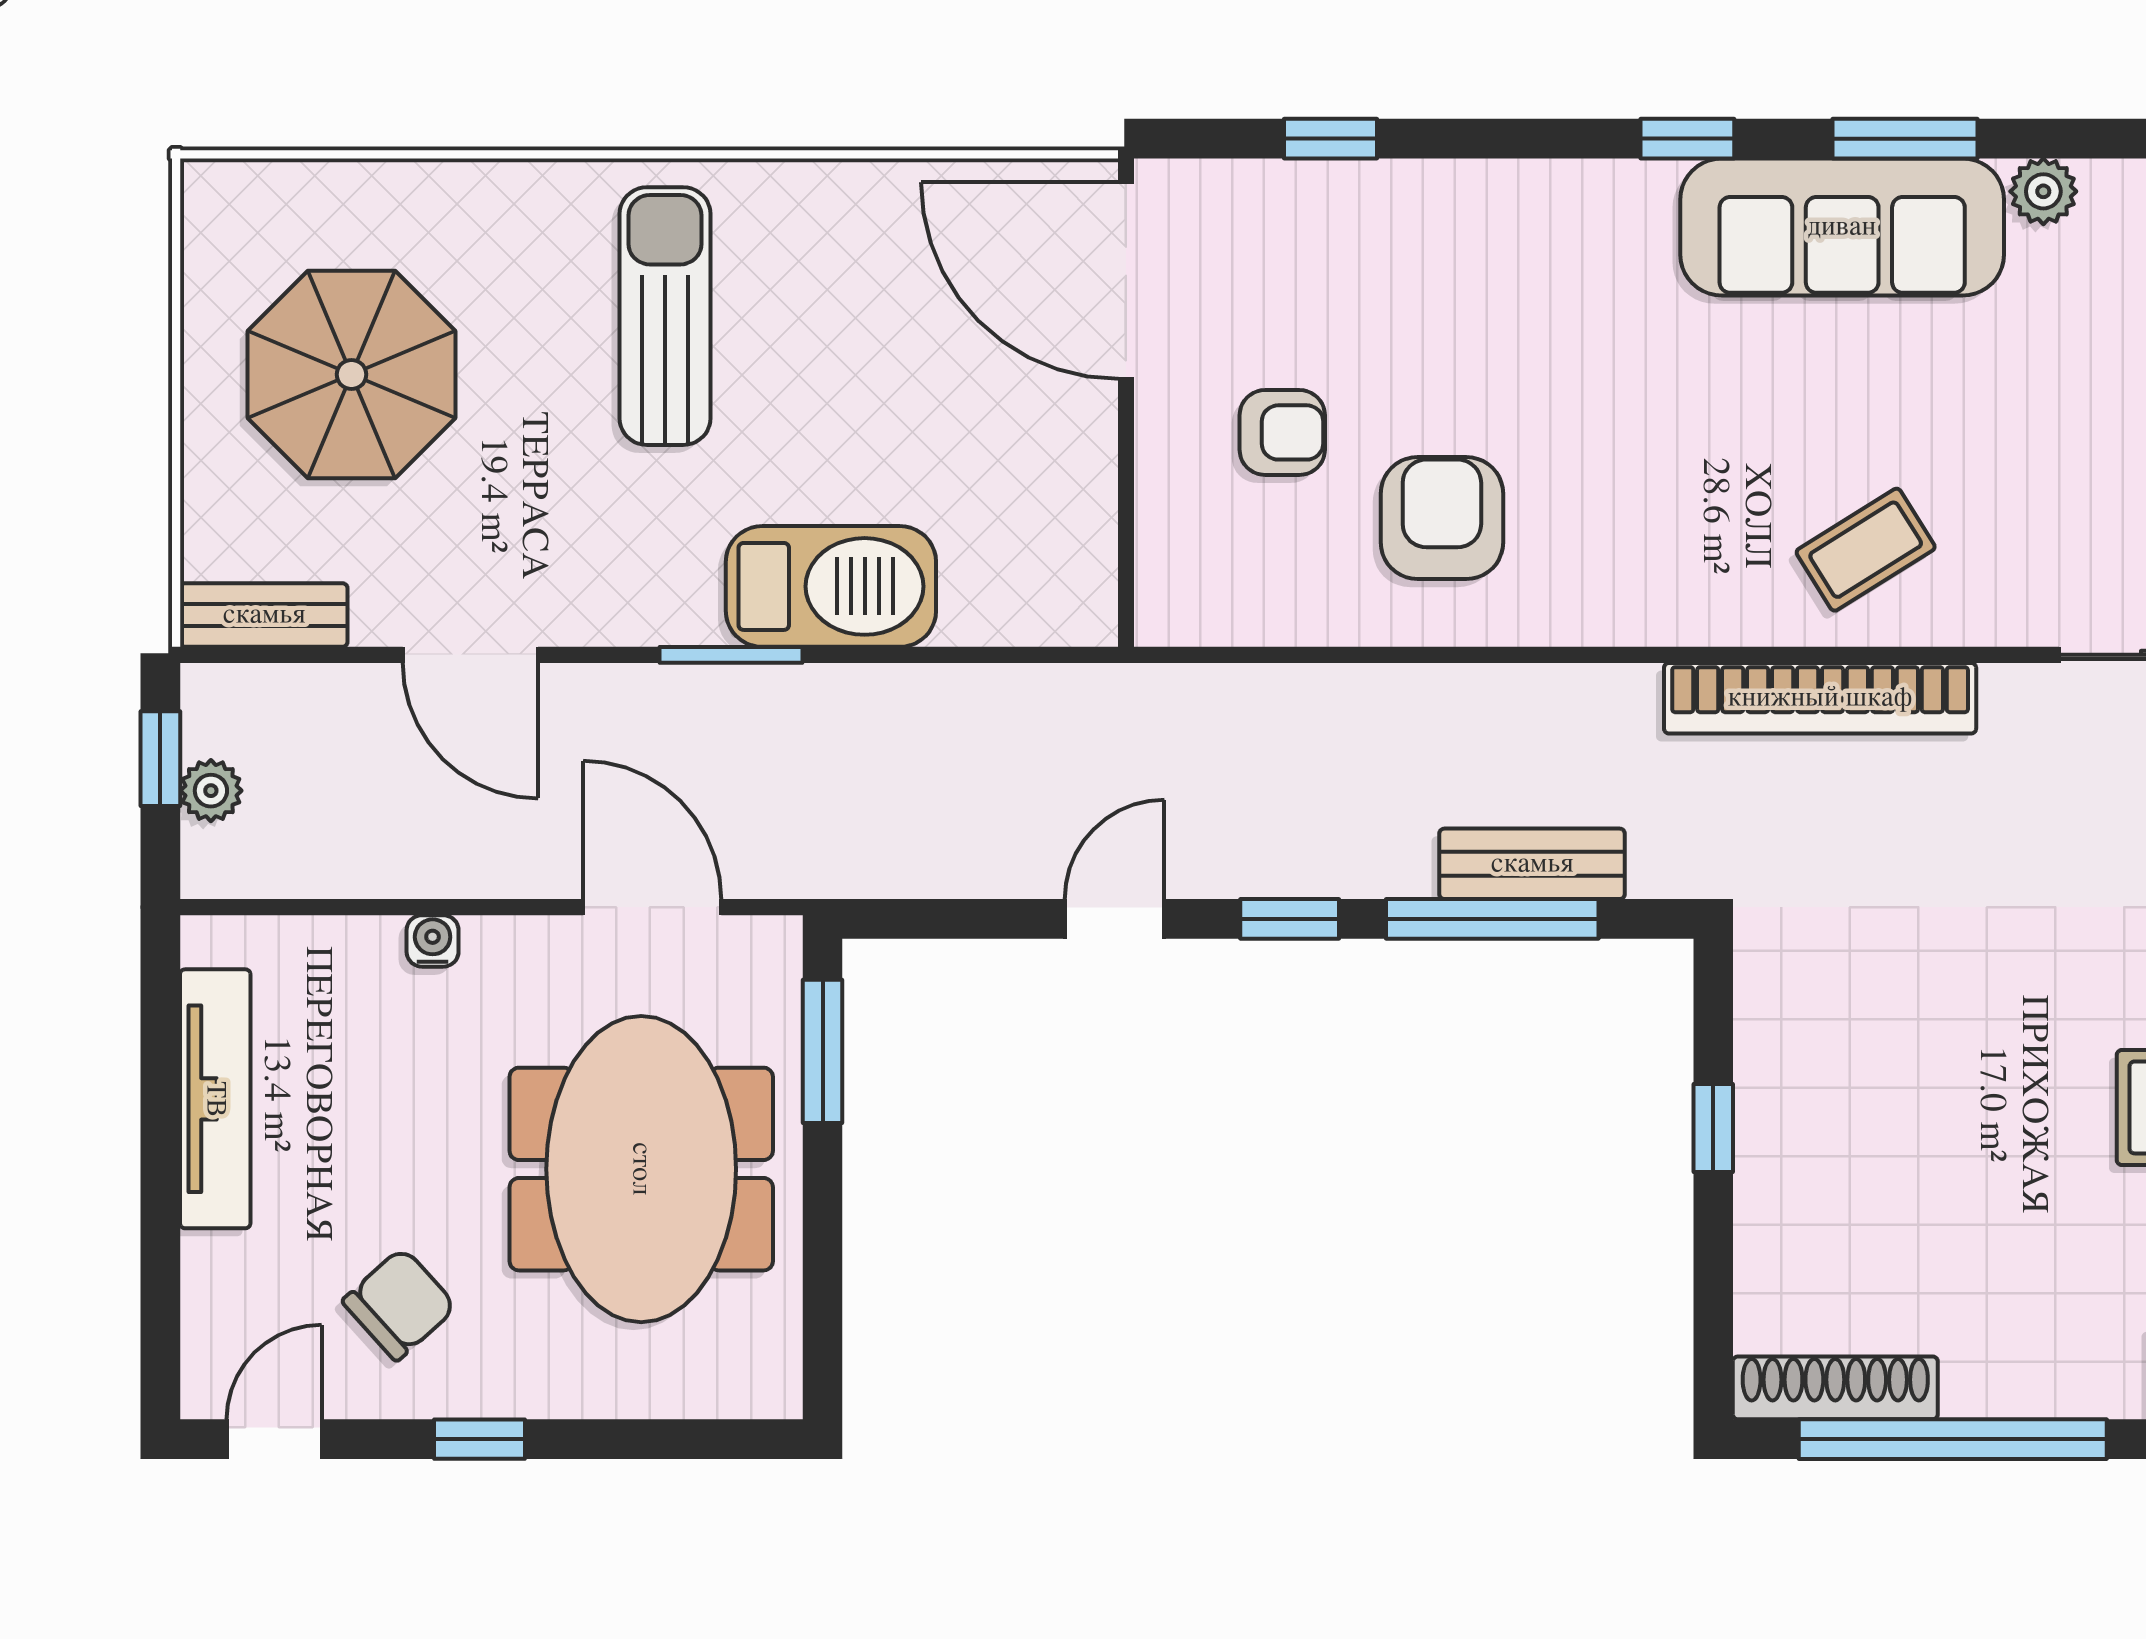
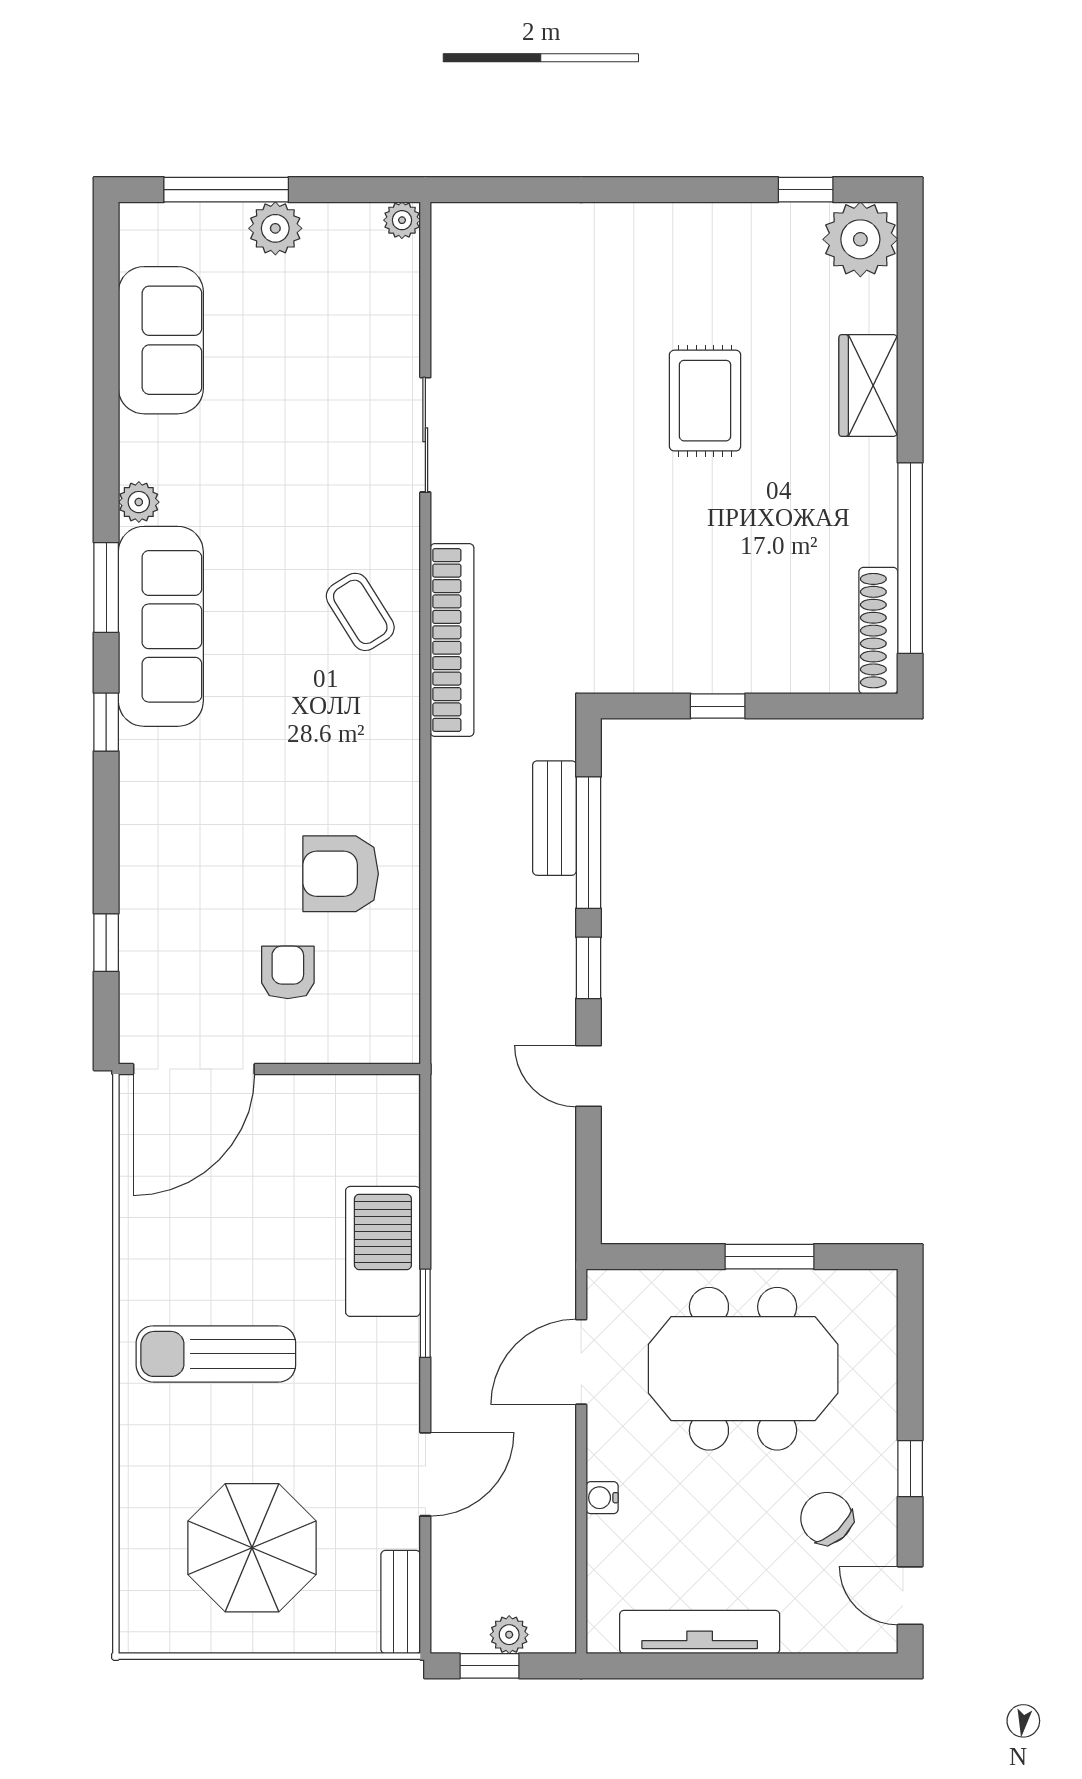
window: (823, 1051) -> (769, 1257), moved

